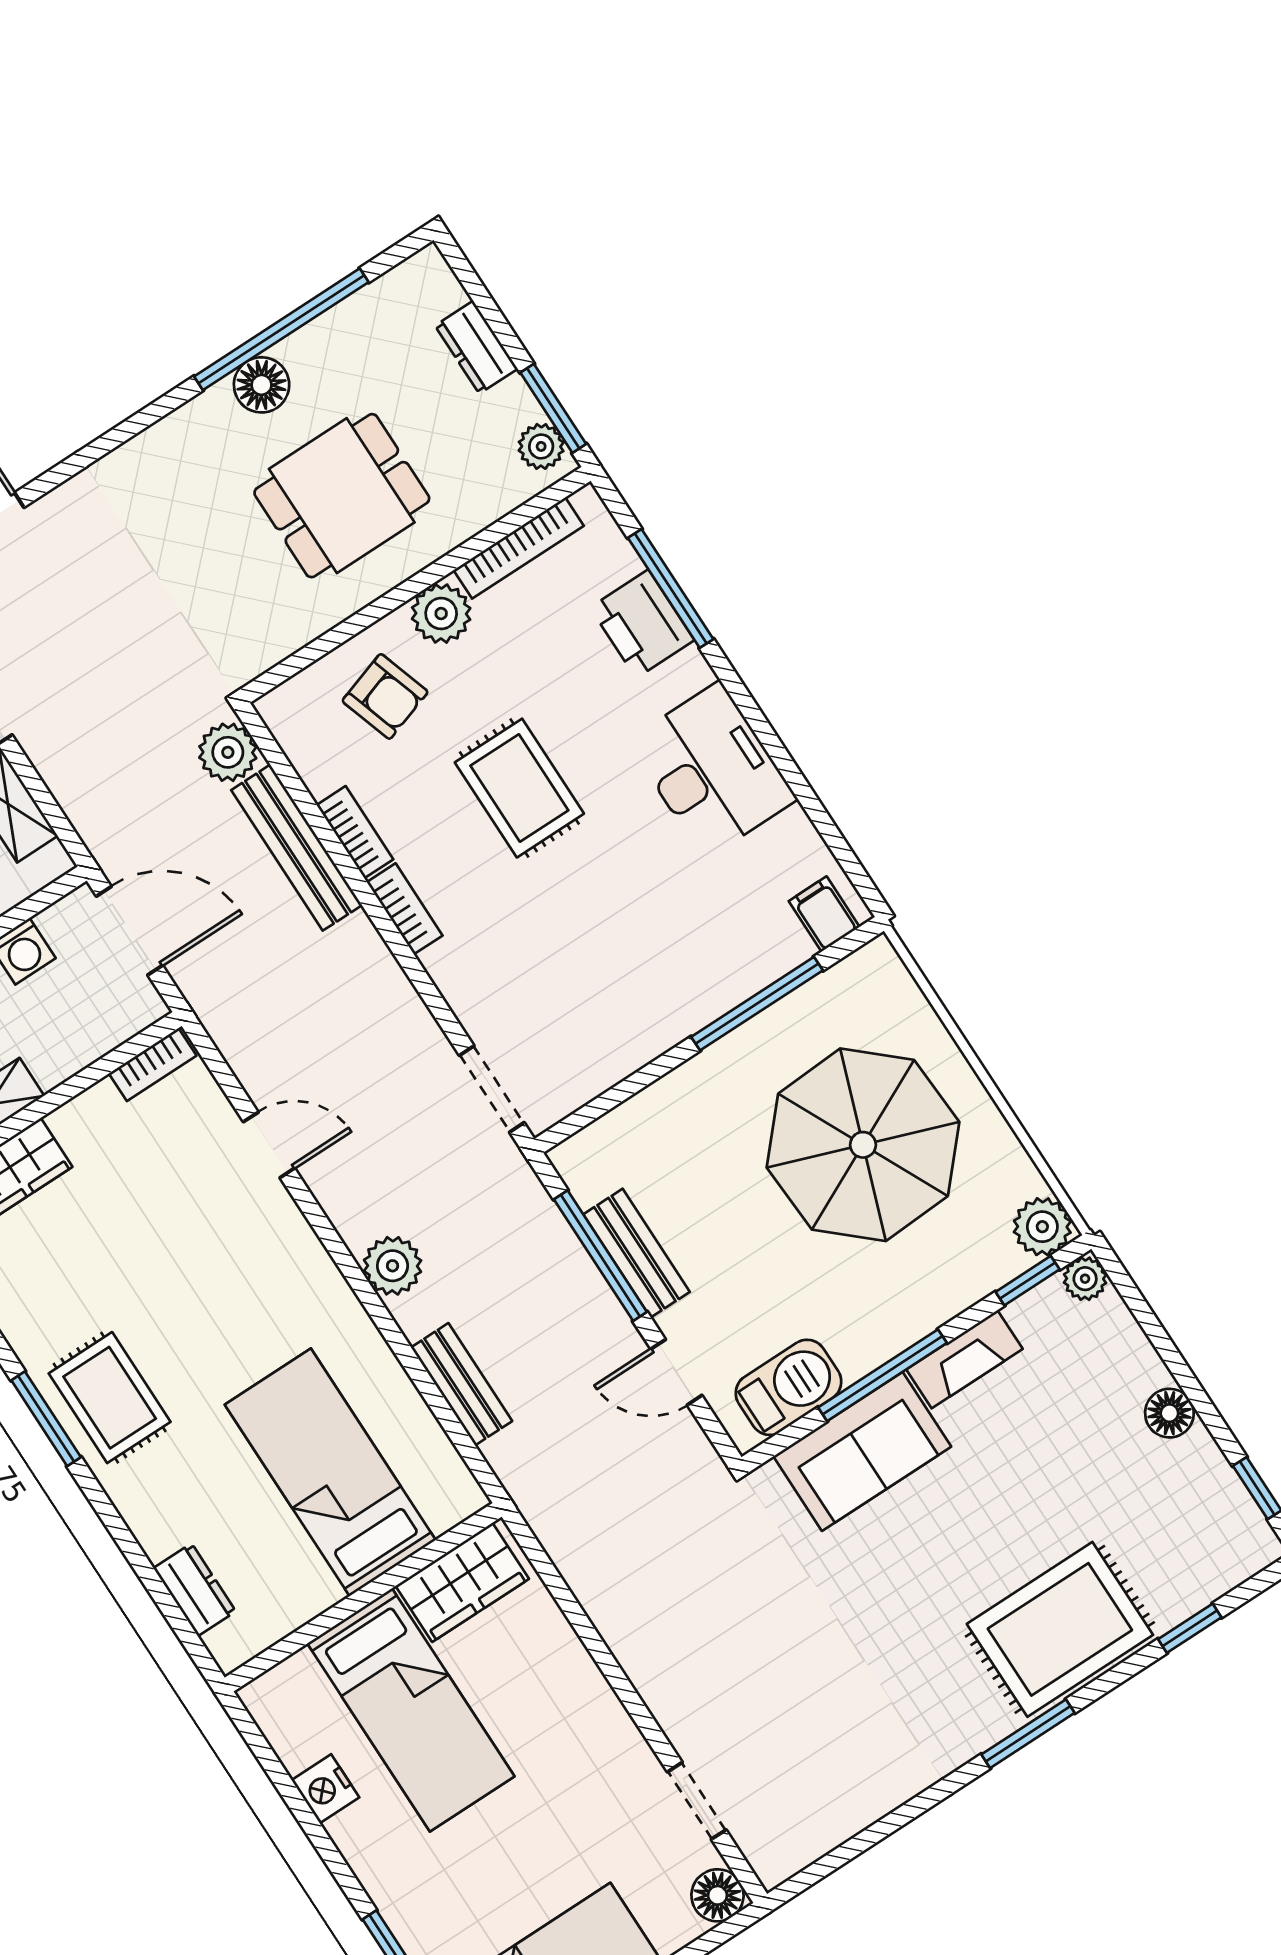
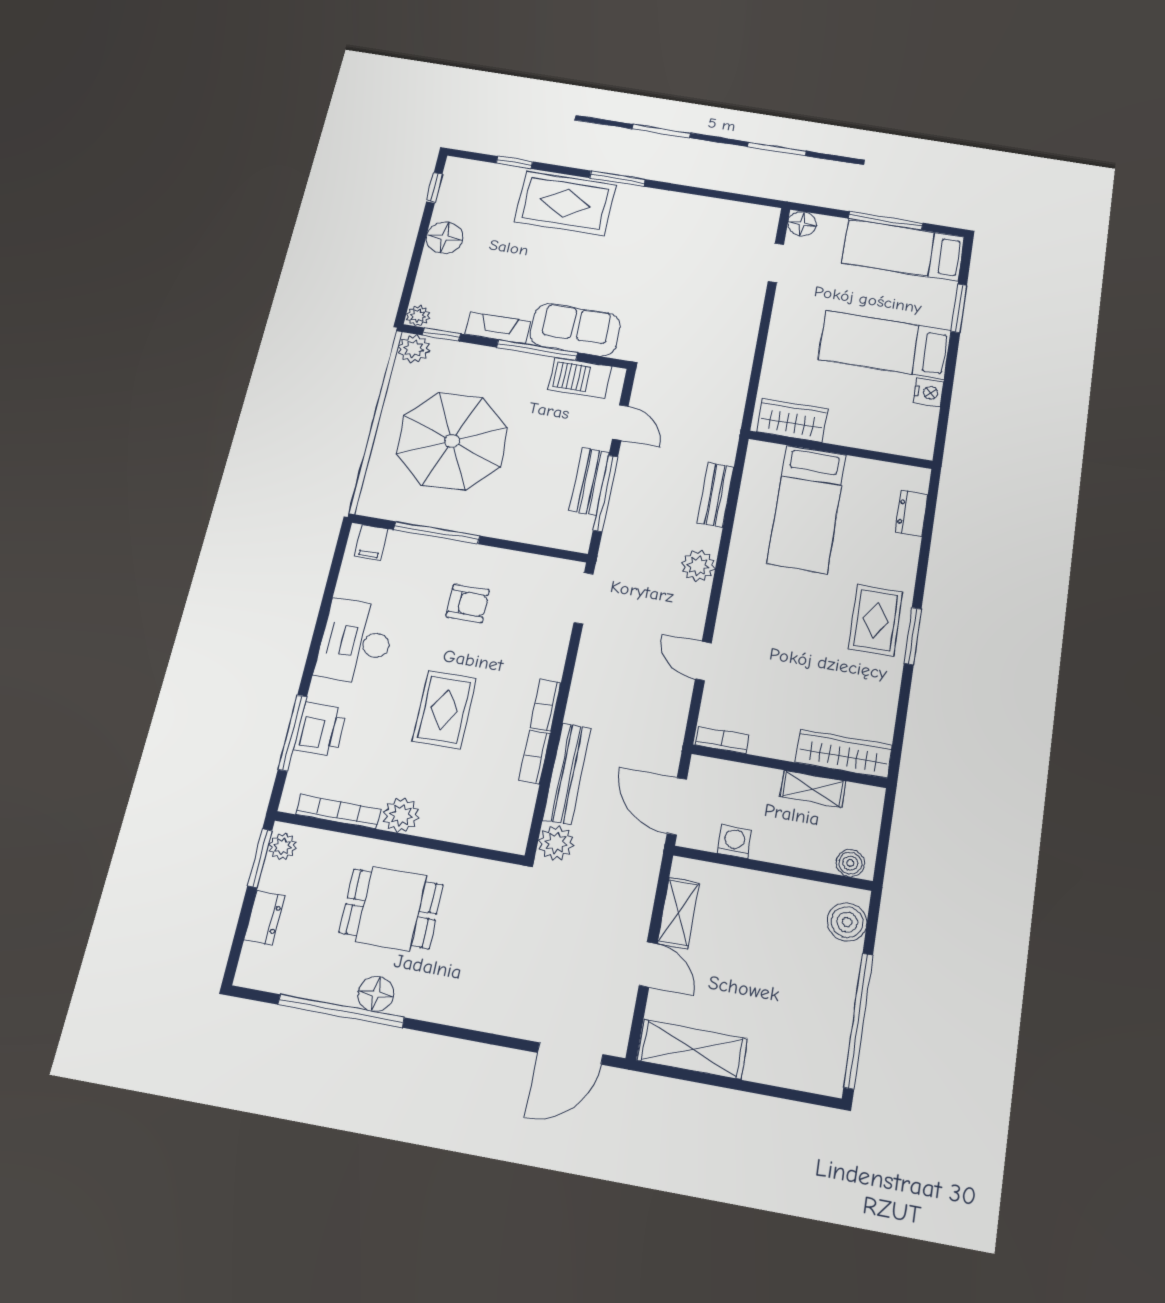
armchair: (385, 696) -> (468, 603), moved, turned 108
floor lamp: (1169, 1413) -> (445, 238), width x1.38, depth x1.38
bed: (411, 1710) -> (885, 345), moved, turned -90

